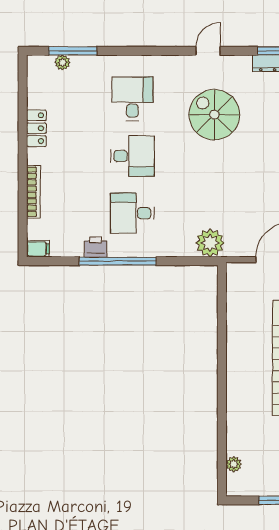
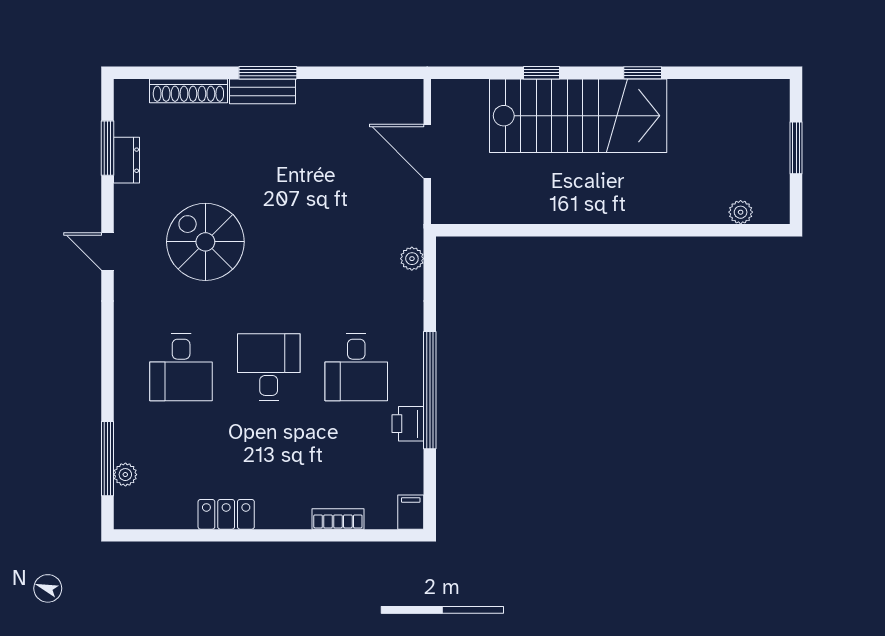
desk: (132, 99) -> (181, 367), turned -90
spiral stairs: (214, 115) -> (205, 242), turned 90
bookcase: (33, 192) -> (338, 519), width x0.64
plant: (210, 243) -> (412, 259), width x0.53, depth x0.53

